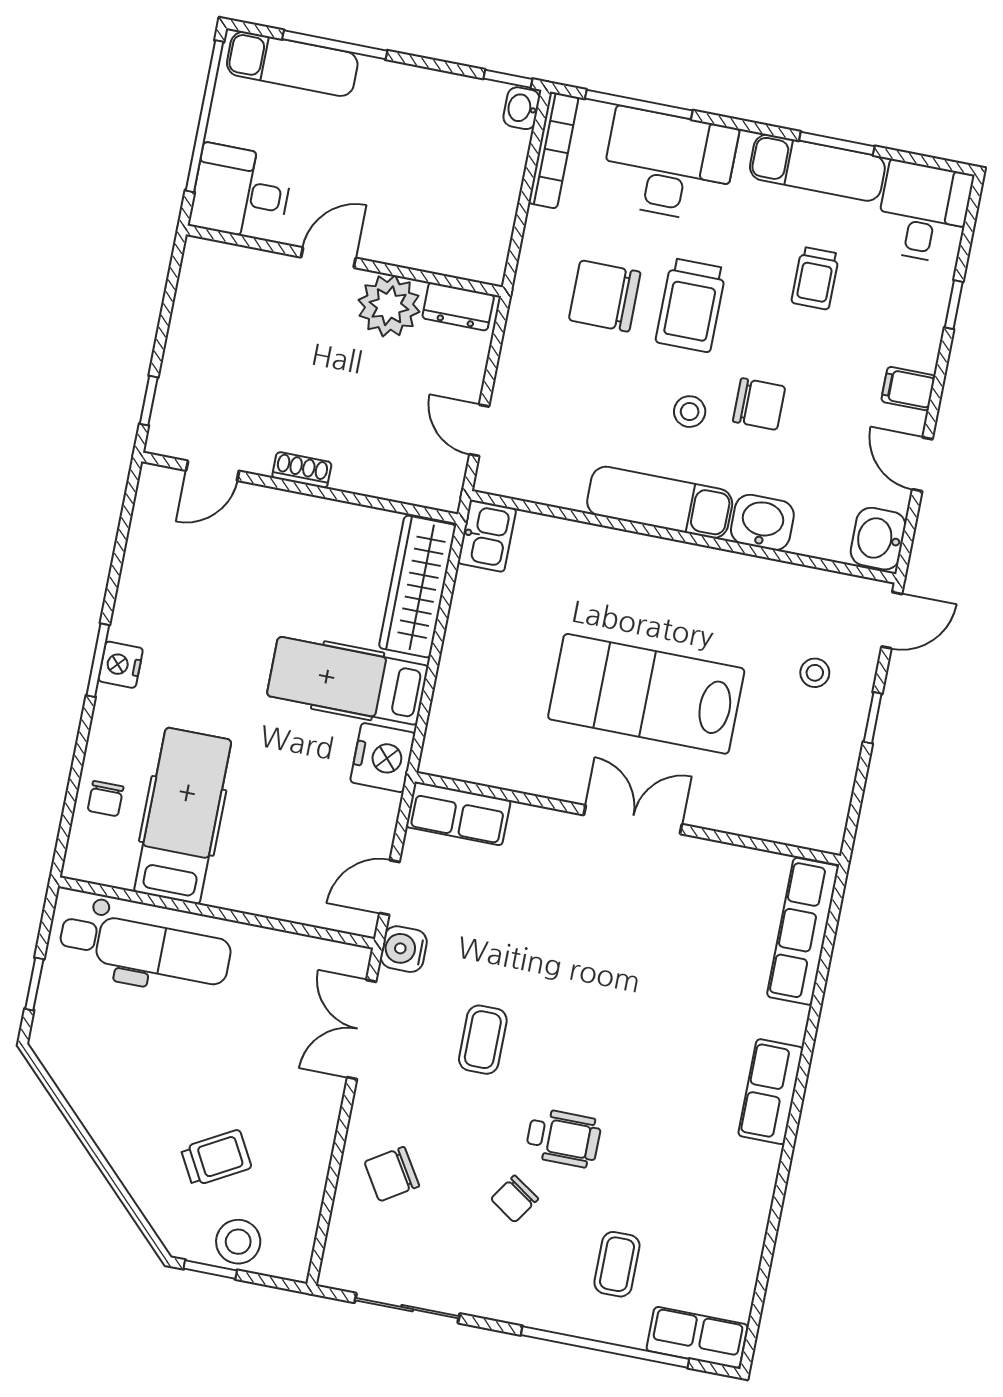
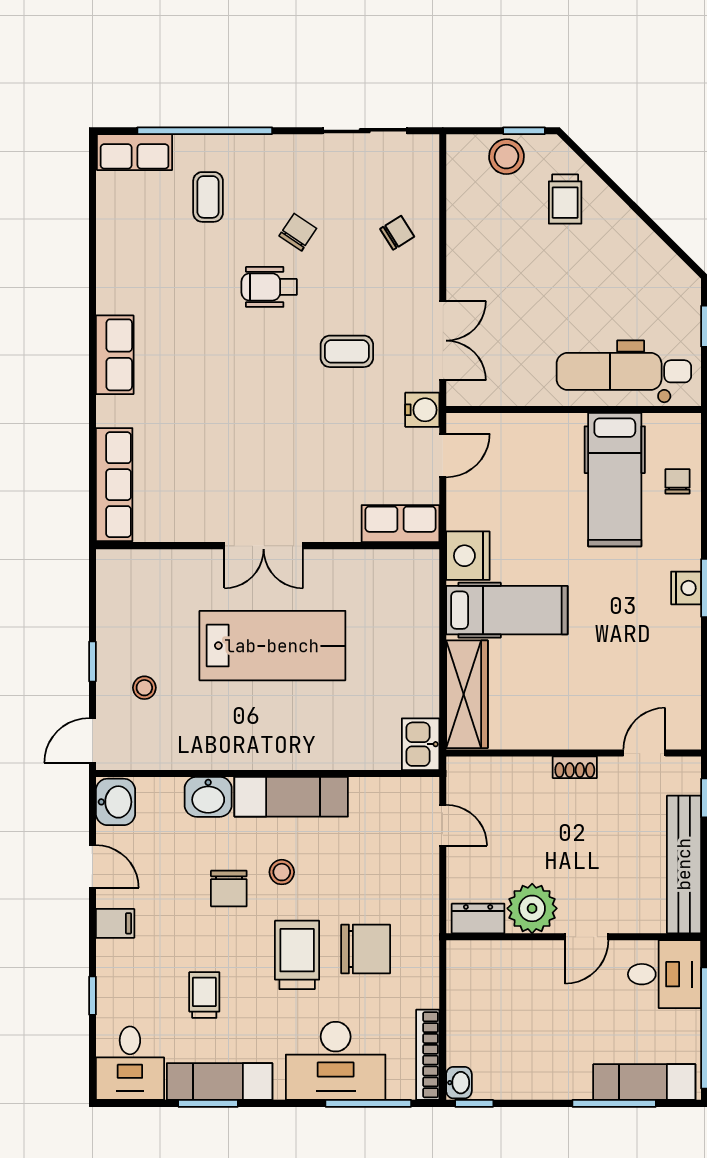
bench: (190, 323) -> (684, 864), added
chair: (759, 404) -> (229, 888), turned -90
coffee table: (483, 1040) -> (347, 351), turned 90
trolley: (216, 1158) -> (565, 199), moved, turned -61
chair: (392, 1174) -> (397, 233), width x0.73, depth x0.73

